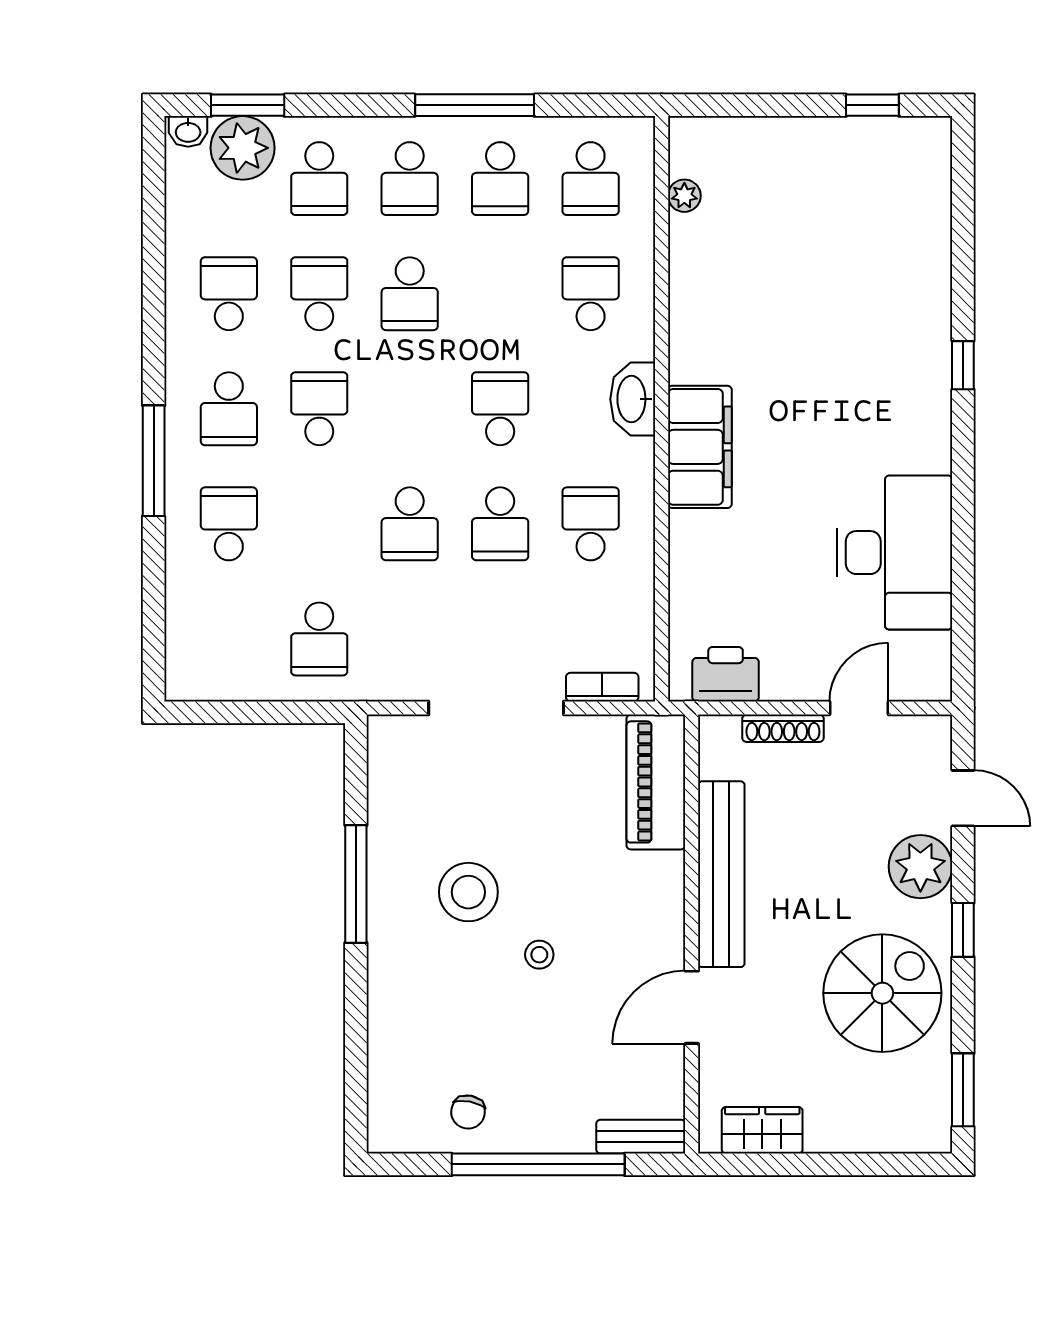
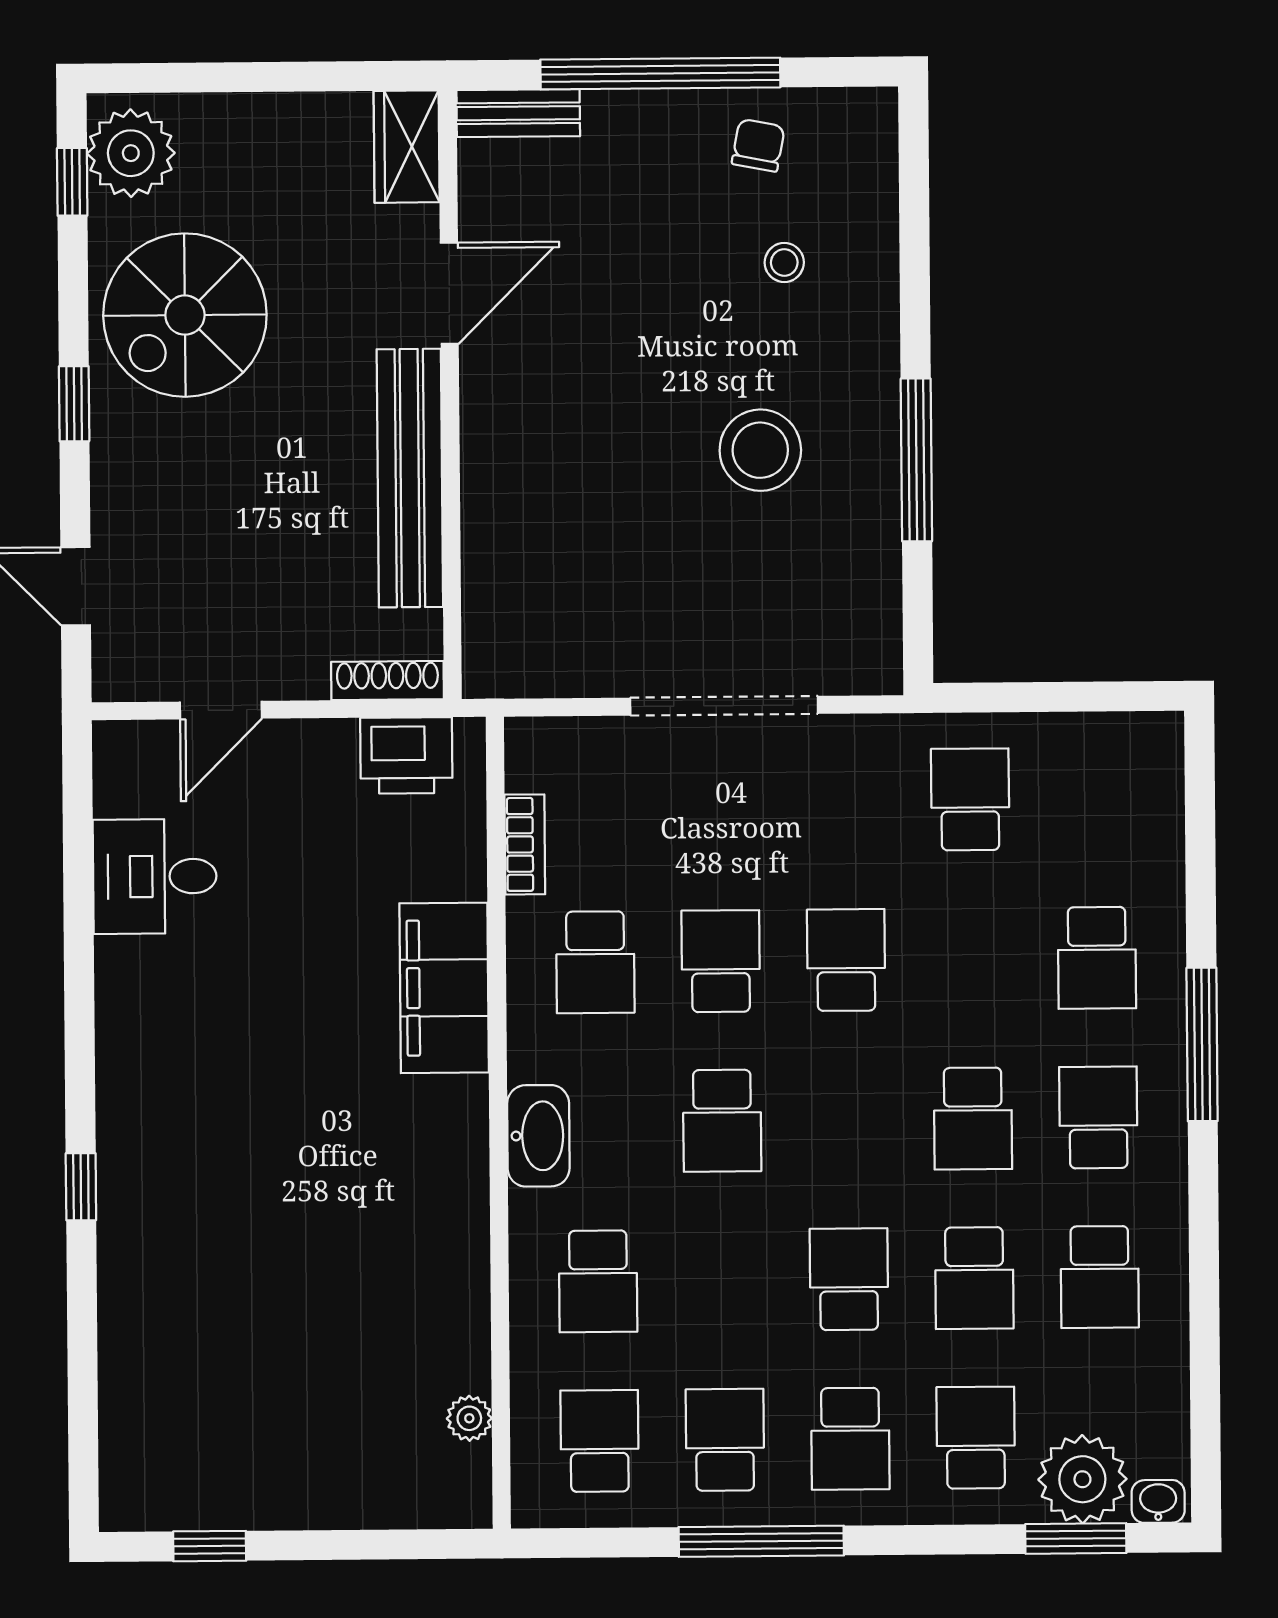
school desk: (410, 179) -> (850, 1439), turned 180
filing cabinet: (700, 447) -> (444, 988), moved
desk: (894, 553) -> (155, 876), width x0.53, depth x0.77
bookcase: (602, 687) -> (525, 844), moved, turned -90
shoe rack: (783, 728) -> (387, 681), moved
piano: (656, 782) -> (502, 605), removed
plant: (920, 867) -> (131, 153), moved
stool: (539, 955) -> (784, 262), moved
window: (963, 1090) -> (72, 182), width x0.67
wardrobe: (762, 1130) -> (407, 147), moved, turned 90

